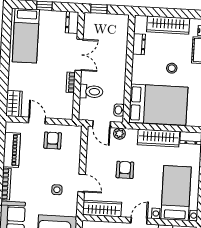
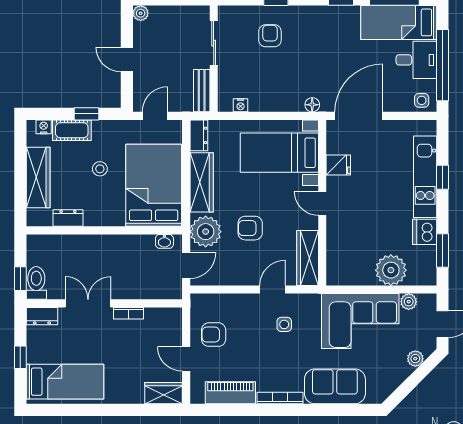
toilet: (91, 92) -> (36, 283), moved
door: (37, 120) -> (186, 359), hinge flipped
plant: (119, 134) -> (206, 232), width x1.88, depth x1.88

